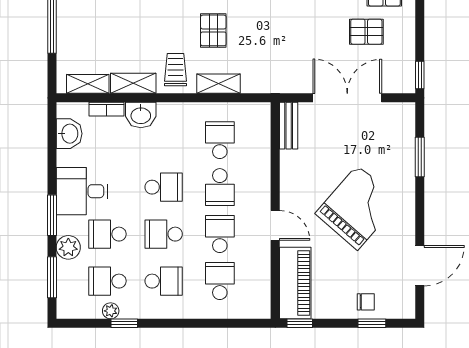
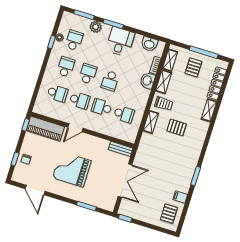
pallet: (366, 32) -> (193, 67), moved
grand piano: (358, 208) -> (72, 169), turned 139
school desk: (107, 234) -> (96, 47), removed
school desk: (164, 281) -> (66, 67), turned 180

